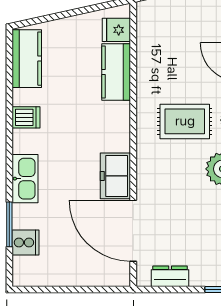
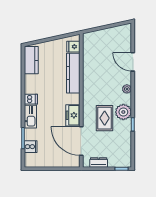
kitchen counter: (116, 72) -> (73, 73), width x1.50
dishwasher: (26, 117) -> (31, 99), moved
rug: (185, 121) -> (105, 118), moved, turned 90

